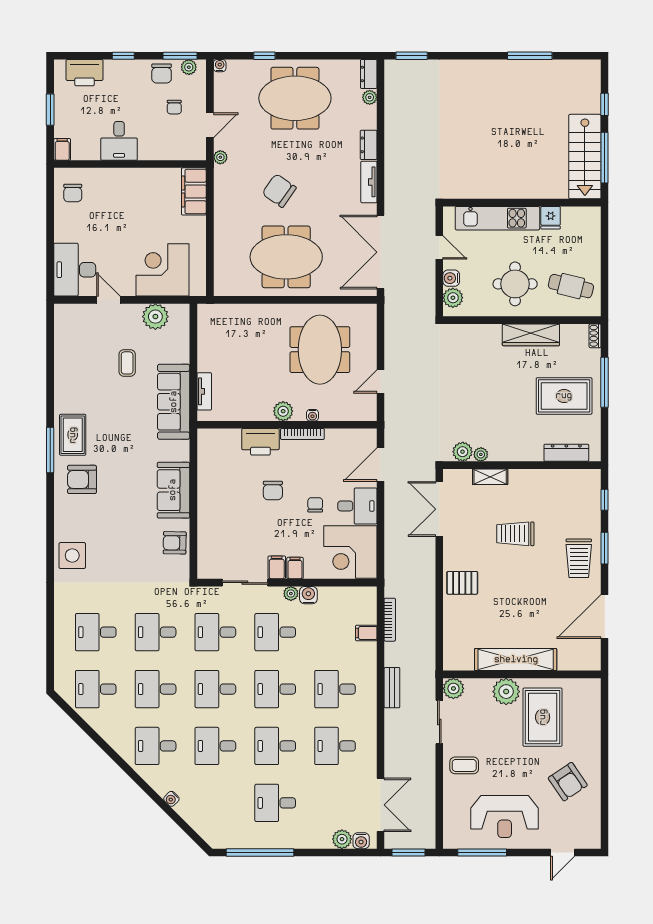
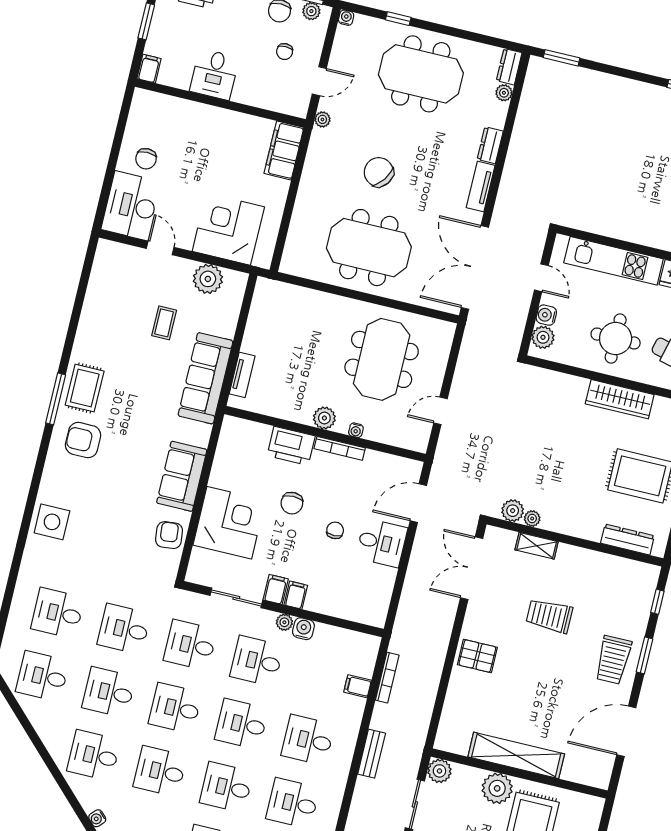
chair: (73, 193) -> (146, 159), moved
armchair: (175, 543) -> (169, 535), turned 83
corner desk: (350, 552) -> (229, 523), moved, turned 180

